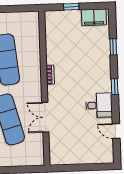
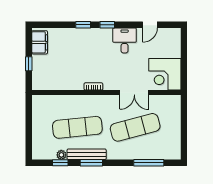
window: (113, 47) -> (83, 25), moved
corner desk: (65, 148) -> (165, 74), added

